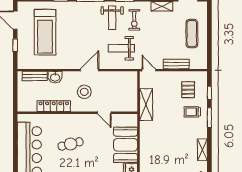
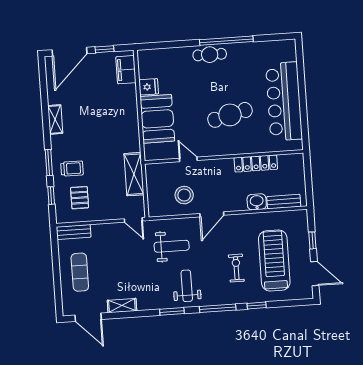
exercise bike: (134, 20) -> (236, 268), moved
bench: (176, 64) -> (74, 232), moved
stool: (84, 92) -> (184, 195), moved
cafe table: (71, 144) -> (230, 115), width x1.37, depth x1.35

